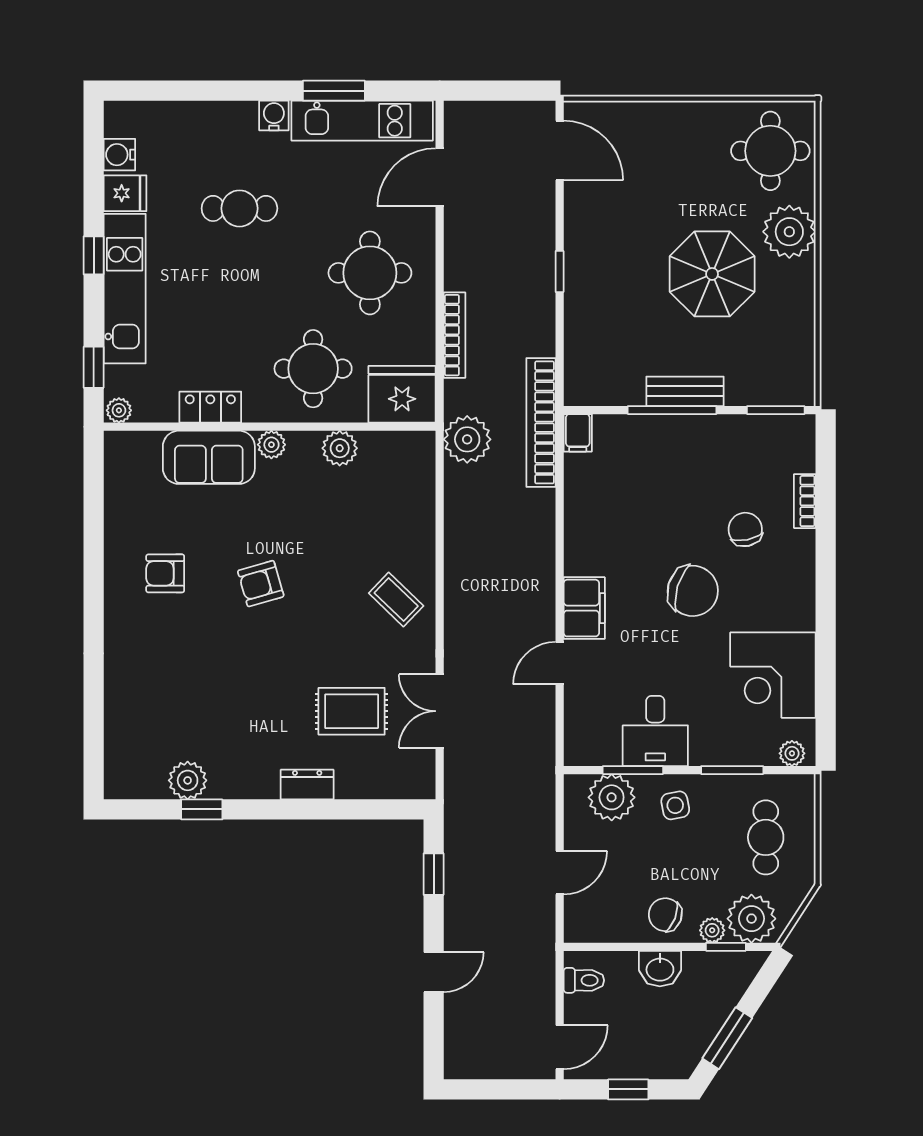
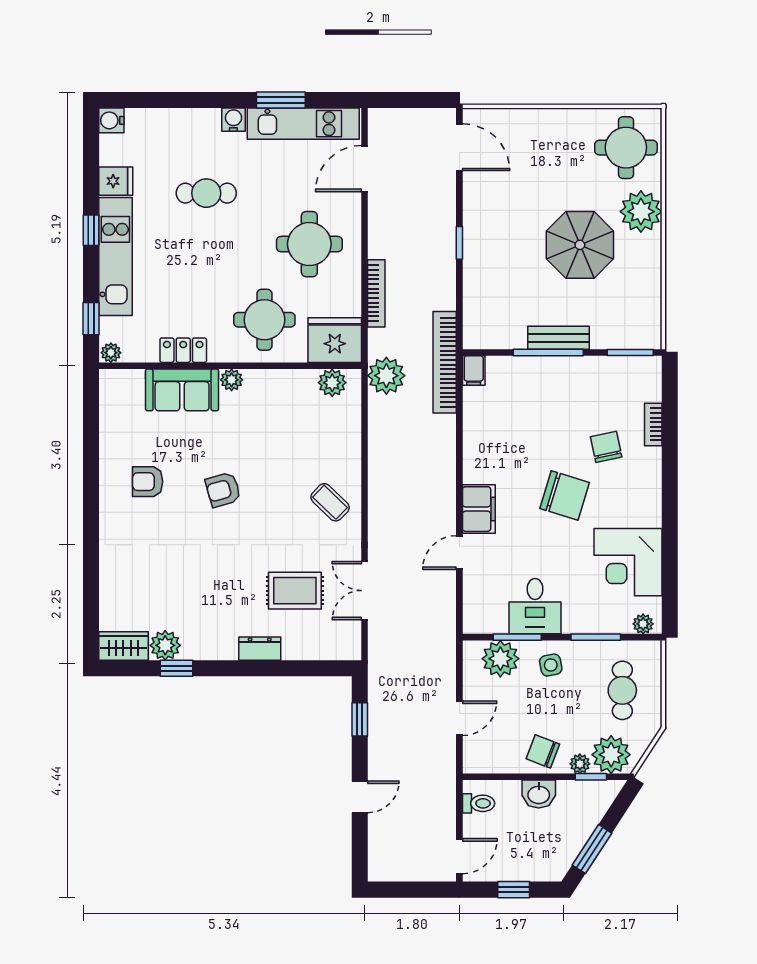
water cooler: (119, 155) -> (111, 120), moved
plant: (340, 448) -> (332, 383), moved
wardrobe: (135, 781) -> (123, 646), added

